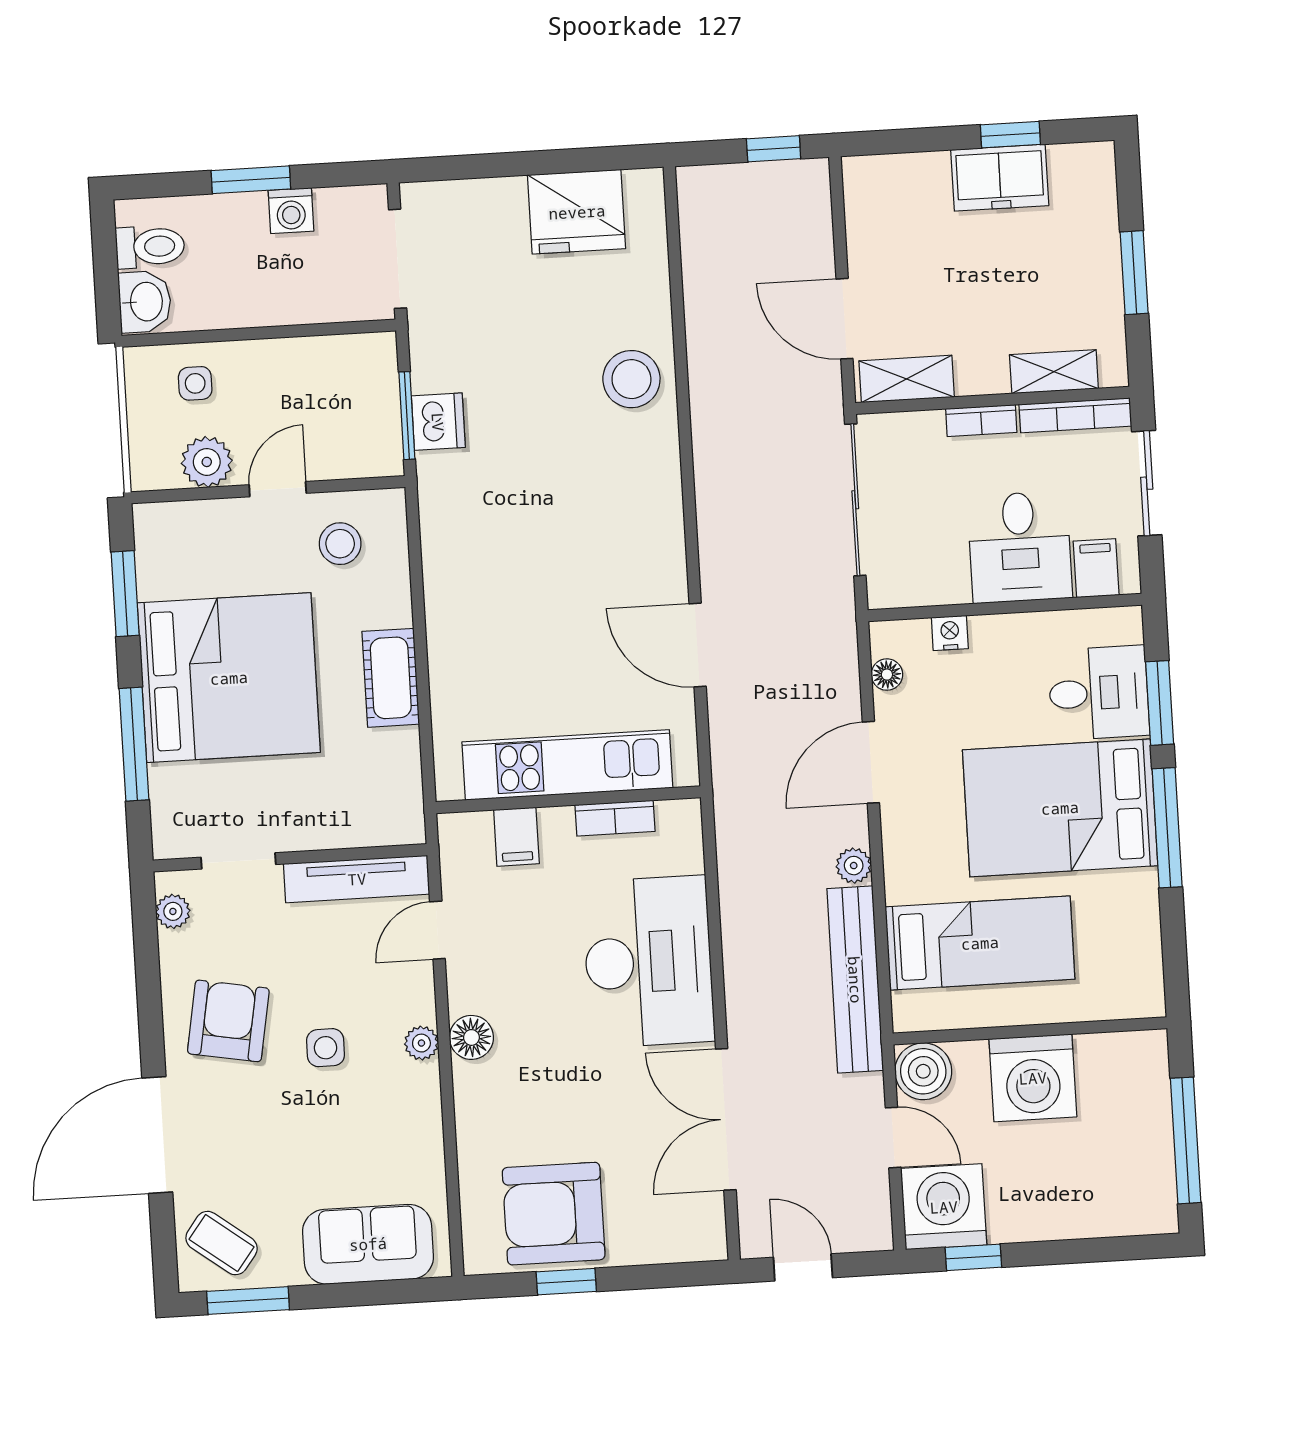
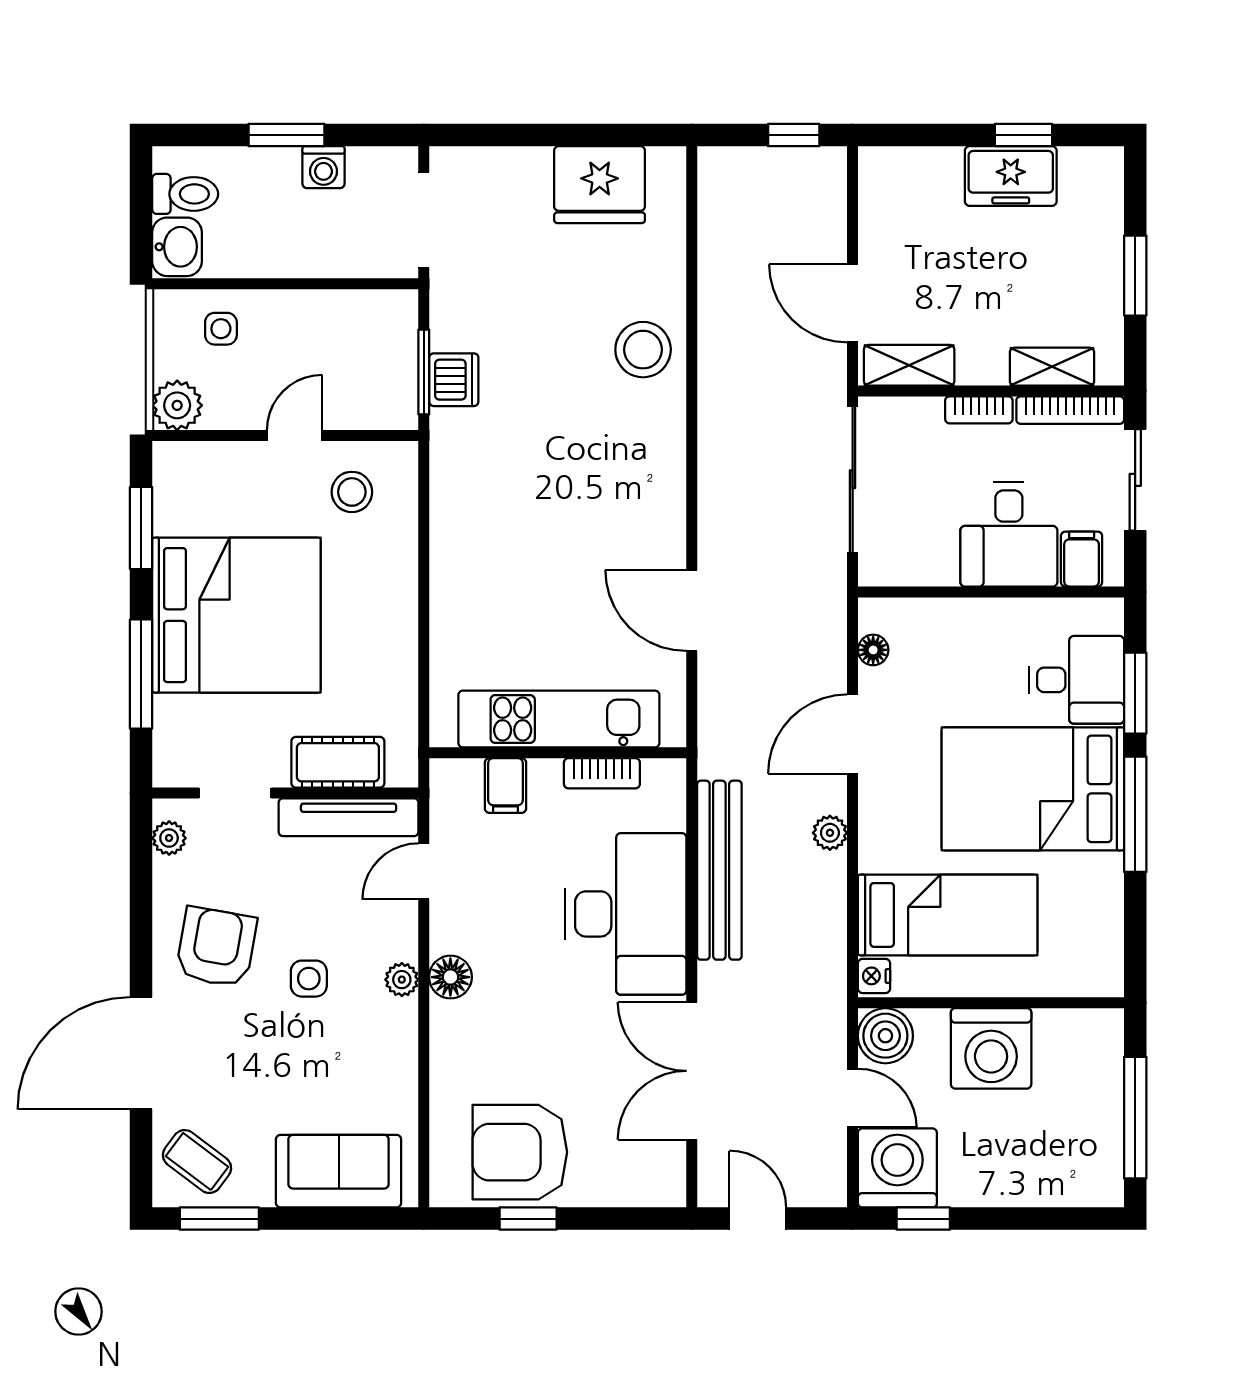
plant: (207, 462) -> (177, 405), moved
nightstand: (950, 633) -> (874, 976), moved, turned -90
cot: (391, 678) -> (338, 762), moved, turned 90
bench: (855, 980) -> (719, 870), moved

